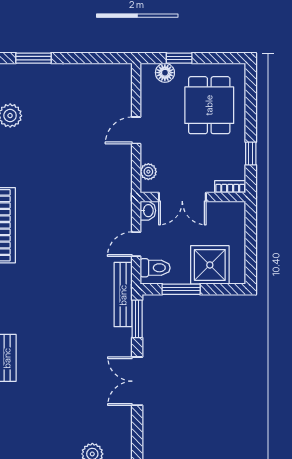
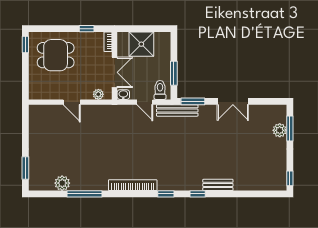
window: (179, 58) -> (25, 45), moved
floor lamp: (165, 73) -> (35, 84), removed
shower: (210, 265) -> (141, 44), moved

